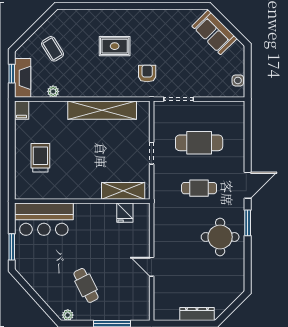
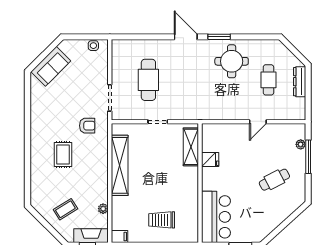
armchair: (147, 73) -> (87, 126), turned 180
cafe table: (199, 188) -> (268, 80), moved
fridge: (125, 213) -> (210, 160), moved
plant: (68, 315) -> (301, 144), moved

